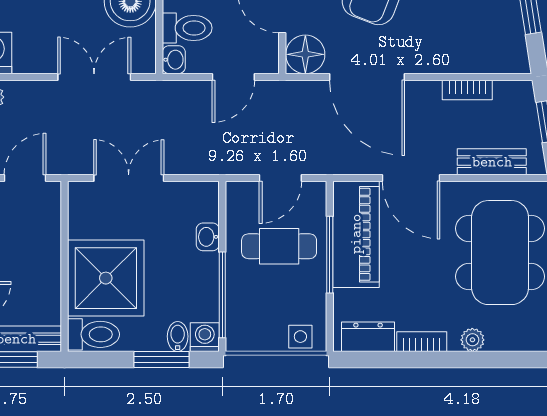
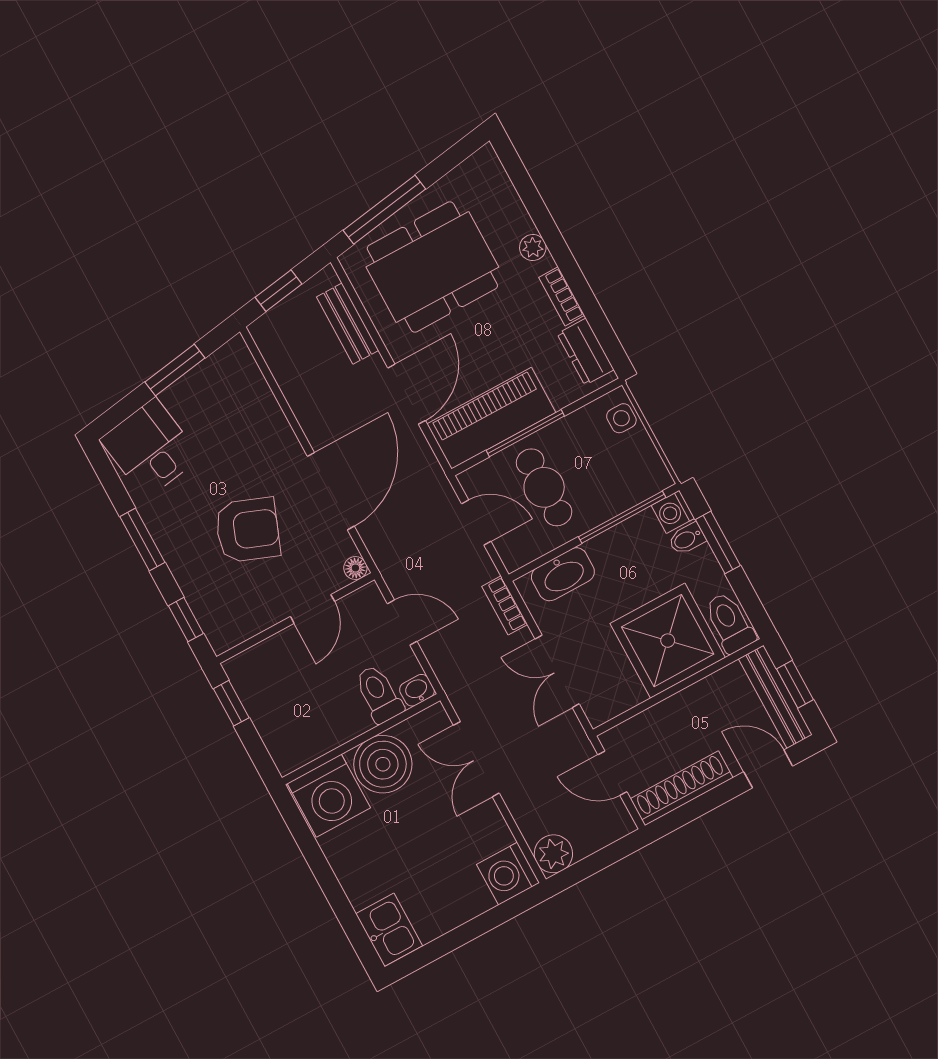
floor lamp: (305, 54) -> (355, 568), width x0.53, depth x0.53
bookcase: (467, 90) -> (505, 605), moved, turned 180
washbasin: (208, 237) -> (563, 574), width x1.91, depth x1.45

